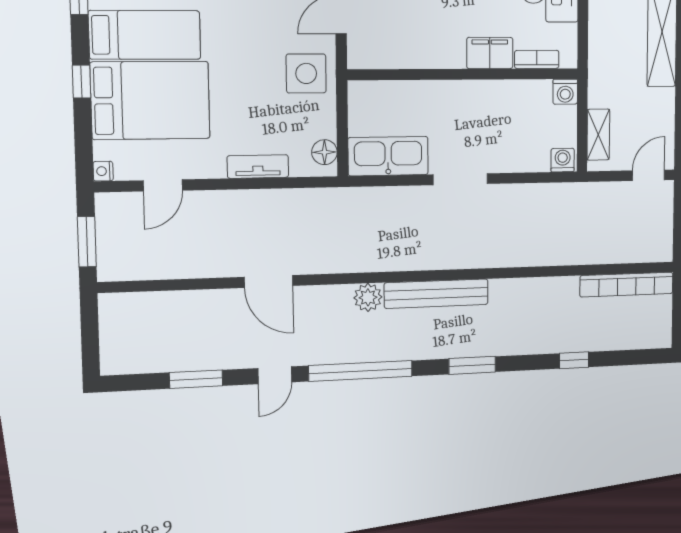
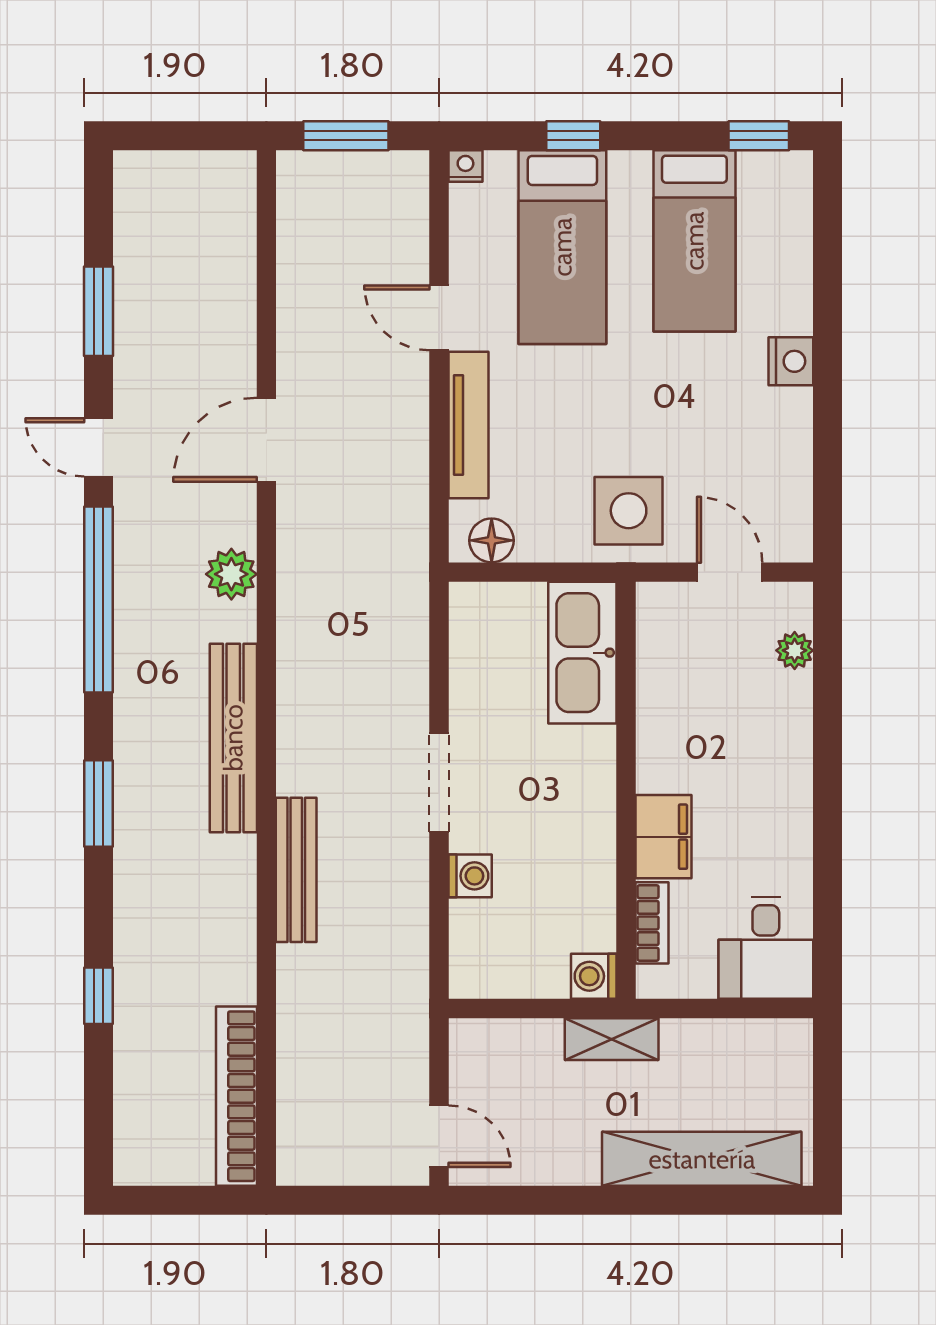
window: (82, 82) -> (573, 136), moved
bed: (150, 100) -> (562, 247), width x0.67
shelving: (598, 135) -> (612, 1039), moved
kitchen sink: (388, 156) -> (582, 653), moved, turned 180
washing machine: (563, 160) -> (470, 876), moved
tv unit: (258, 167) -> (469, 425), width x1.41
door: (163, 185) -> (439, 318), moved
bench: (508, 257) -> (296, 870), added
plant: (368, 297) -> (231, 574), moved

